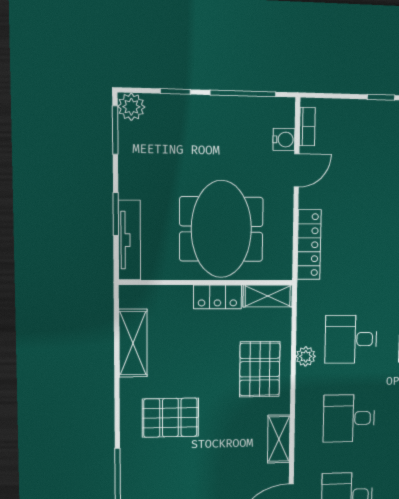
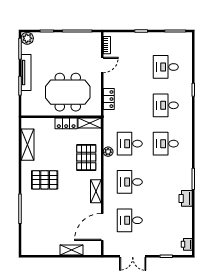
water cooler: (284, 139) -> (96, 51), removed
meeting table: (221, 229) -> (68, 92), turned 90
tv unit: (129, 240) -> (26, 73), moved
locker: (309, 245) -> (109, 99), width x0.66

